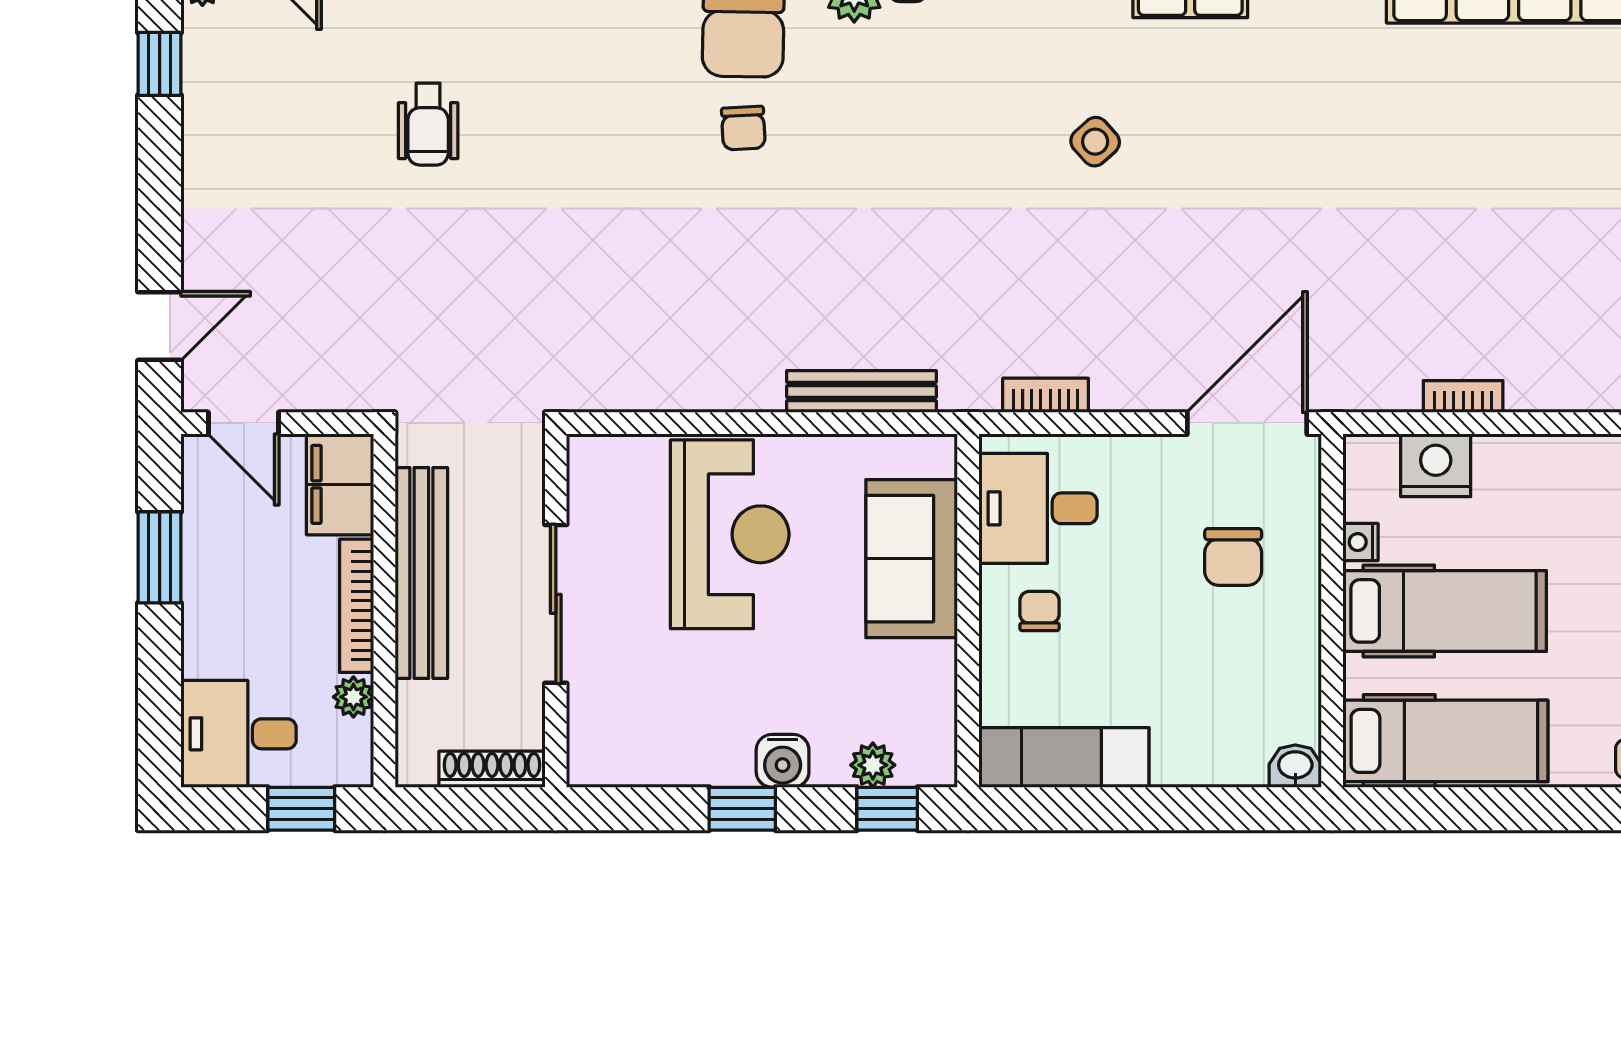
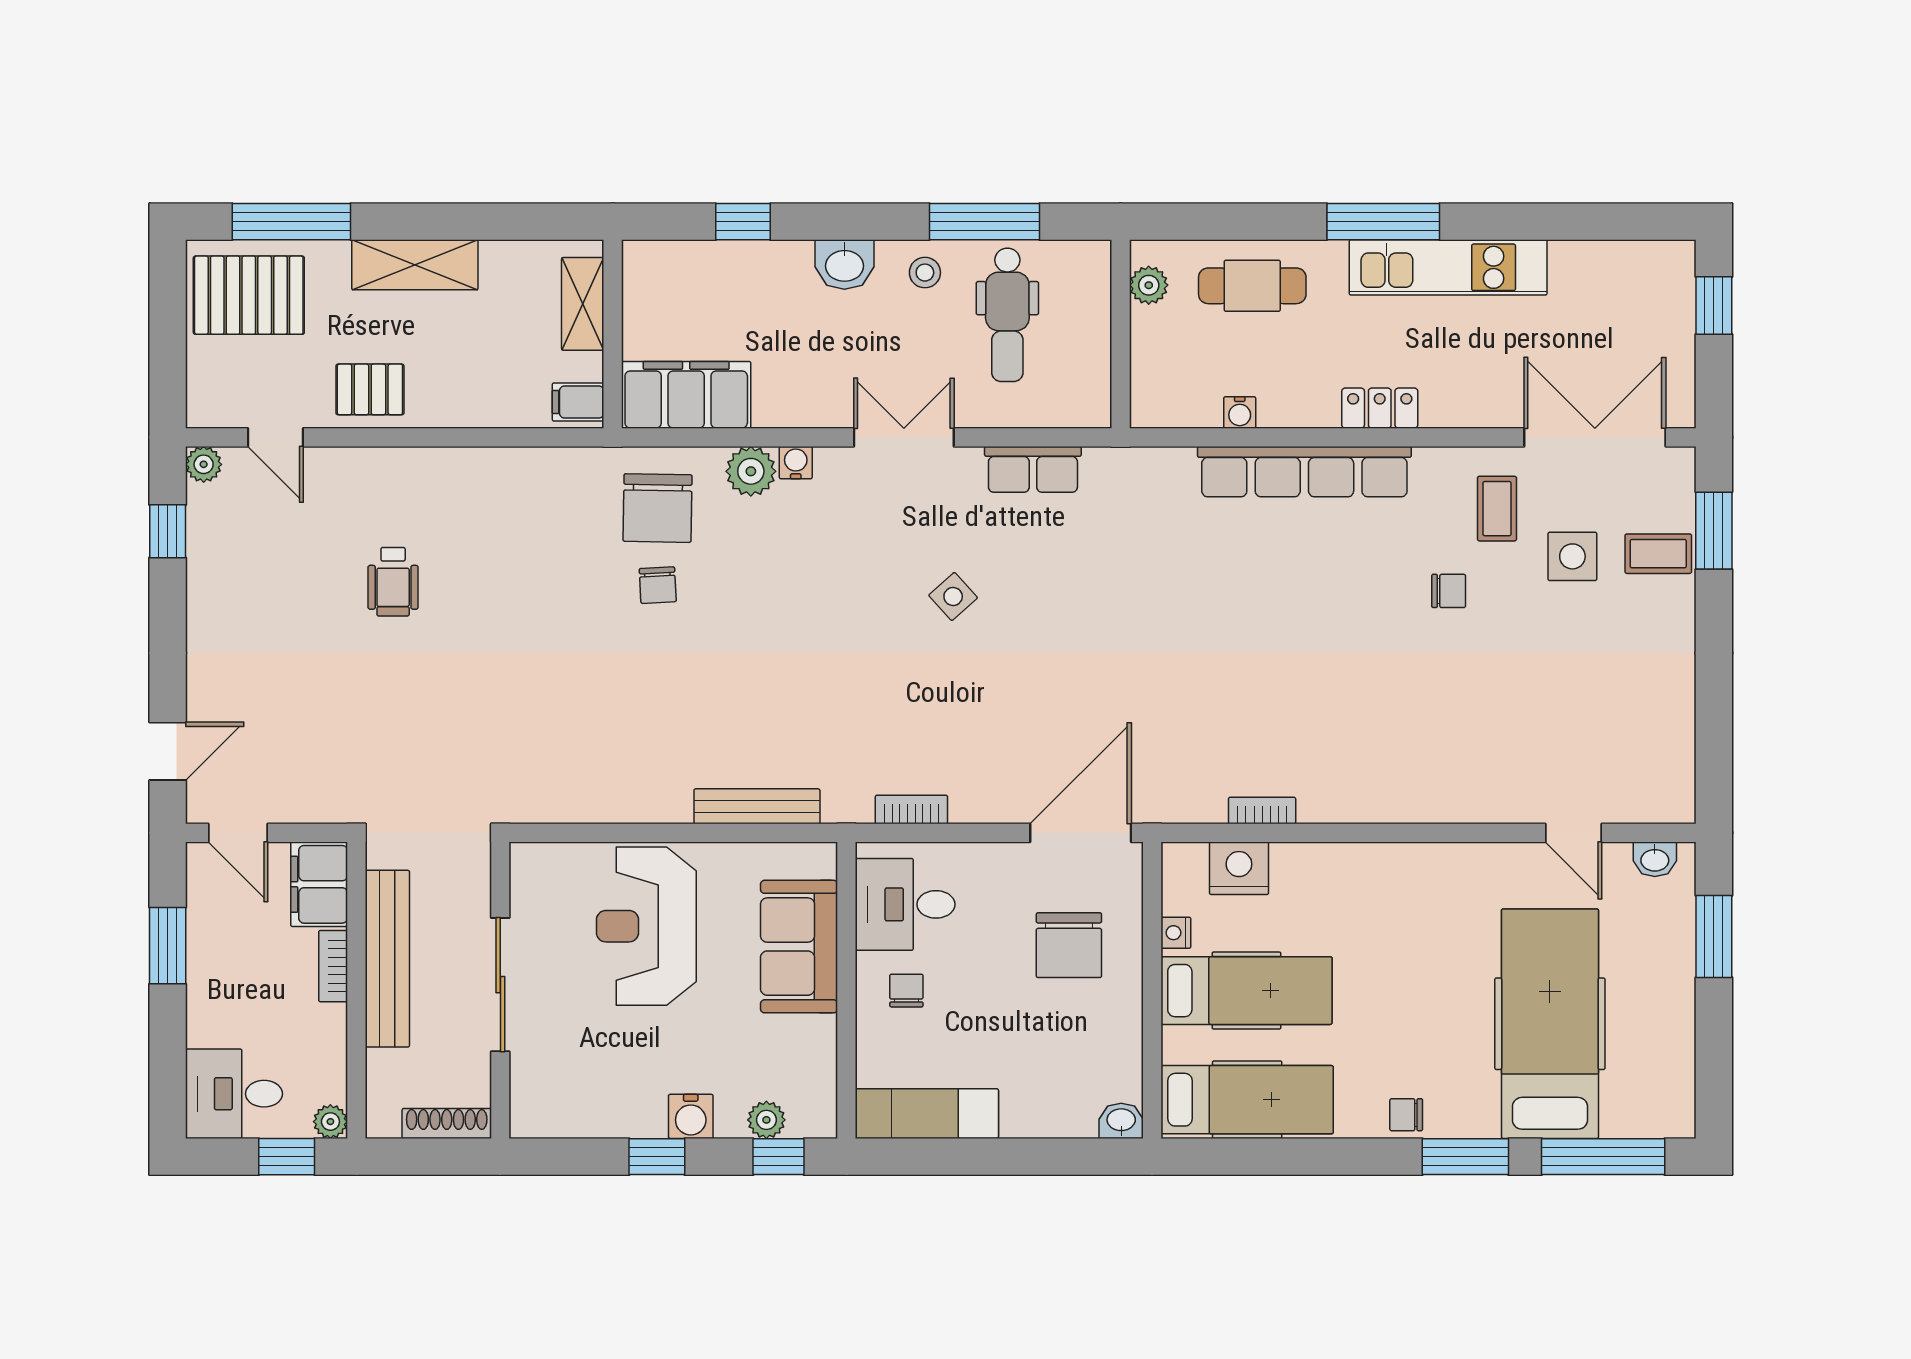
reception desk: (730, 534) -> (646, 926), turned 180
chair: (1233, 557) -> (1069, 945), width x1.37, depth x1.37
bookcase: (357, 606) -> (333, 966), width x0.64
plant: (353, 697) -> (330, 1122), moved

